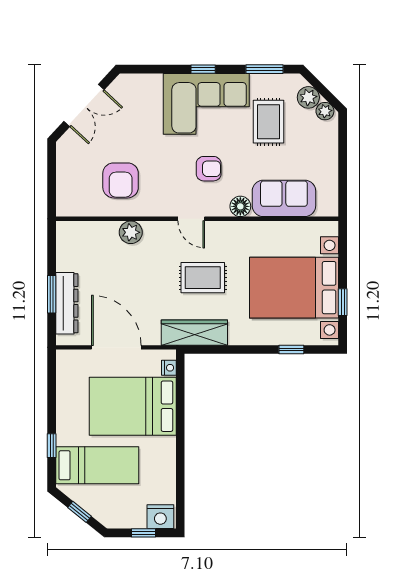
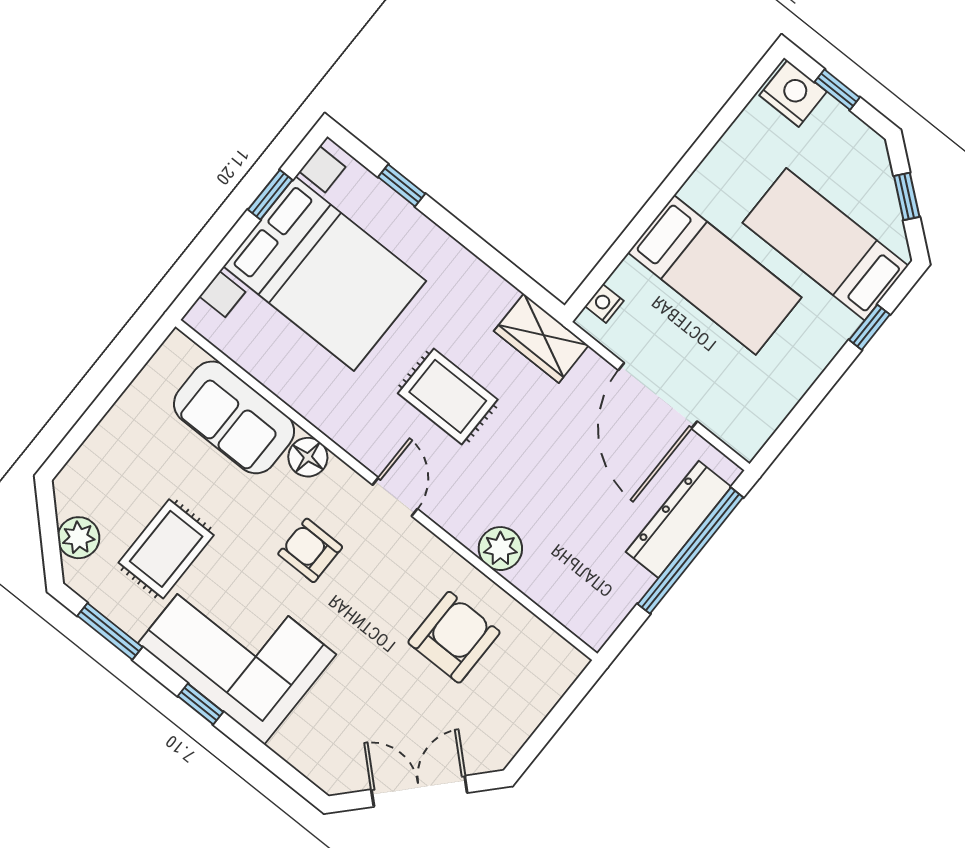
plant: (325, 111) -> (70, 498), removed
window: (52, 294) -> (690, 551), width x2.11
wardrobe: (194, 333) -> (541, 338), width x0.67
bed: (133, 406) -> (715, 275), width x0.67

